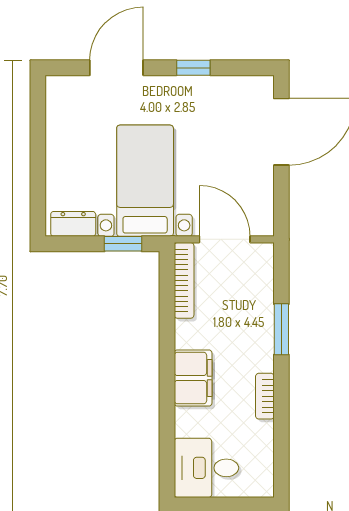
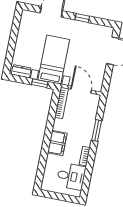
desk: (206, 468) -> (71, 176), moved, turned 180

